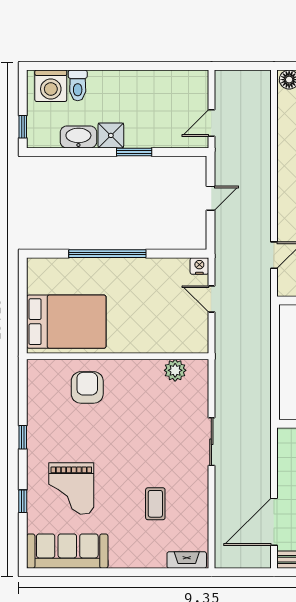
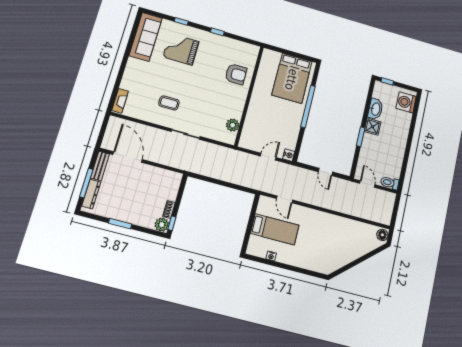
toilet: (78, 85) -> (390, 183), moved
bed: (66, 322) -> (292, 78), moved
coffee table: (155, 504) -> (169, 103), moved

